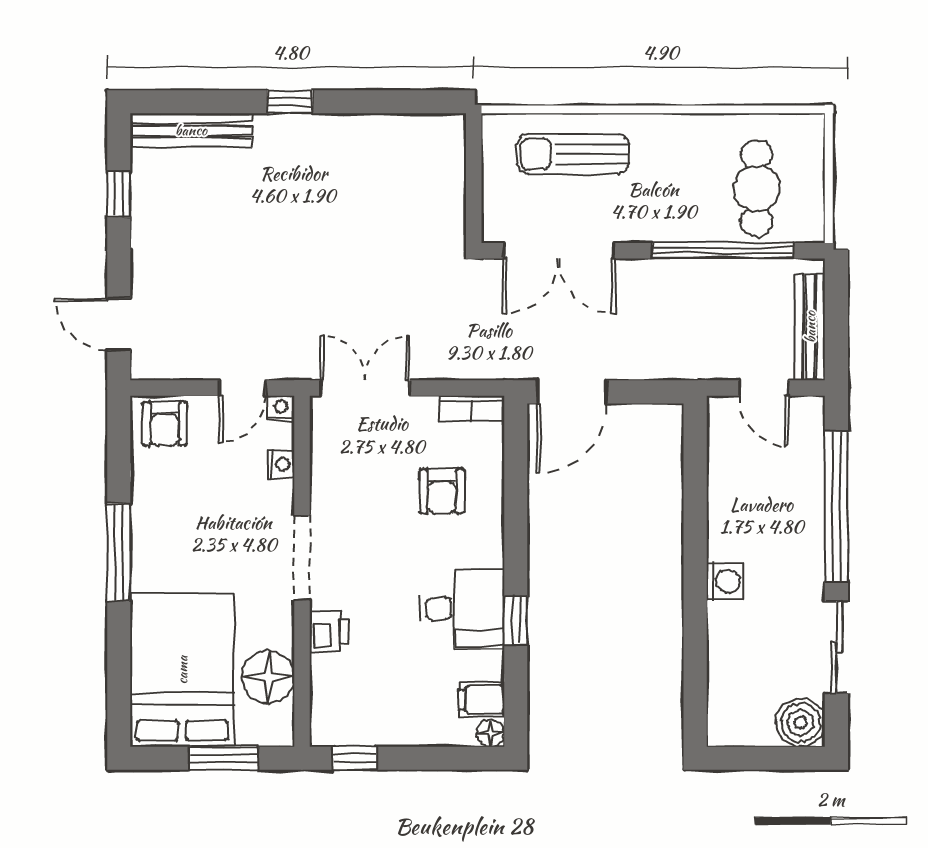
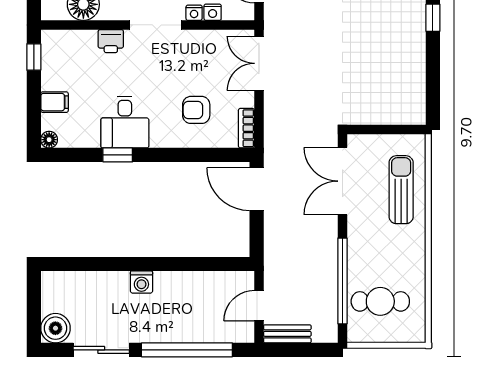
bench: (810, 327) -> (287, 334), width x0.73
double door: (365, 388) -> (259, 63), swing flipped
nightstand: (281, 408) -> (194, 13), moved, turned 90
filing cabinet: (482, 699) -> (55, 102), moved, turned 90

